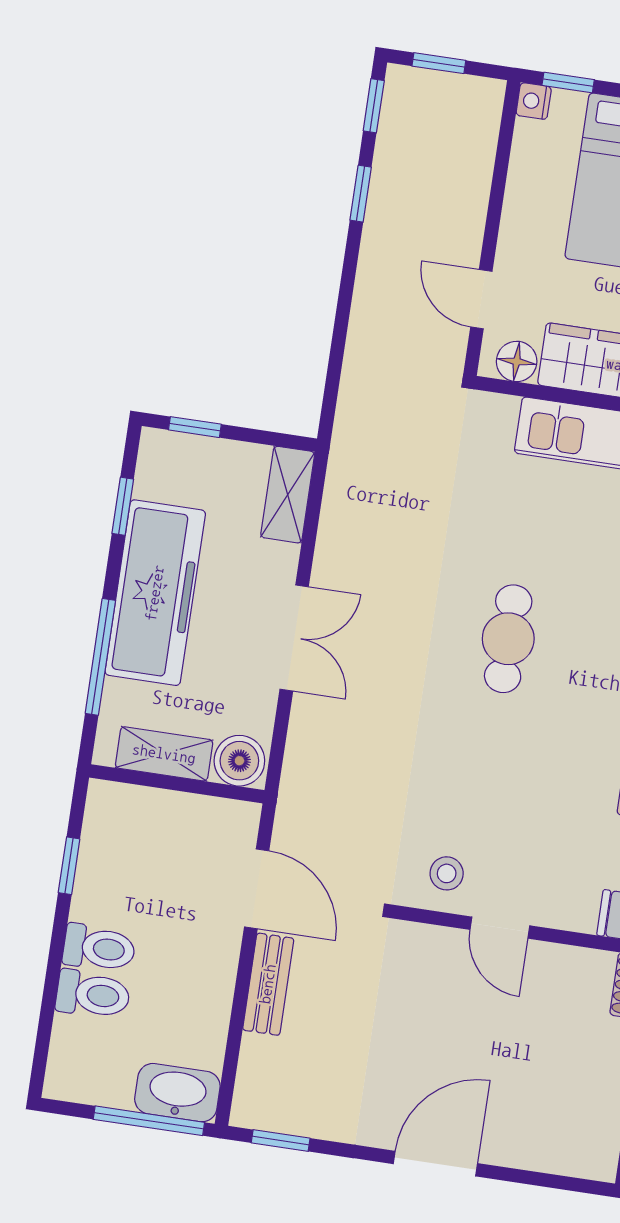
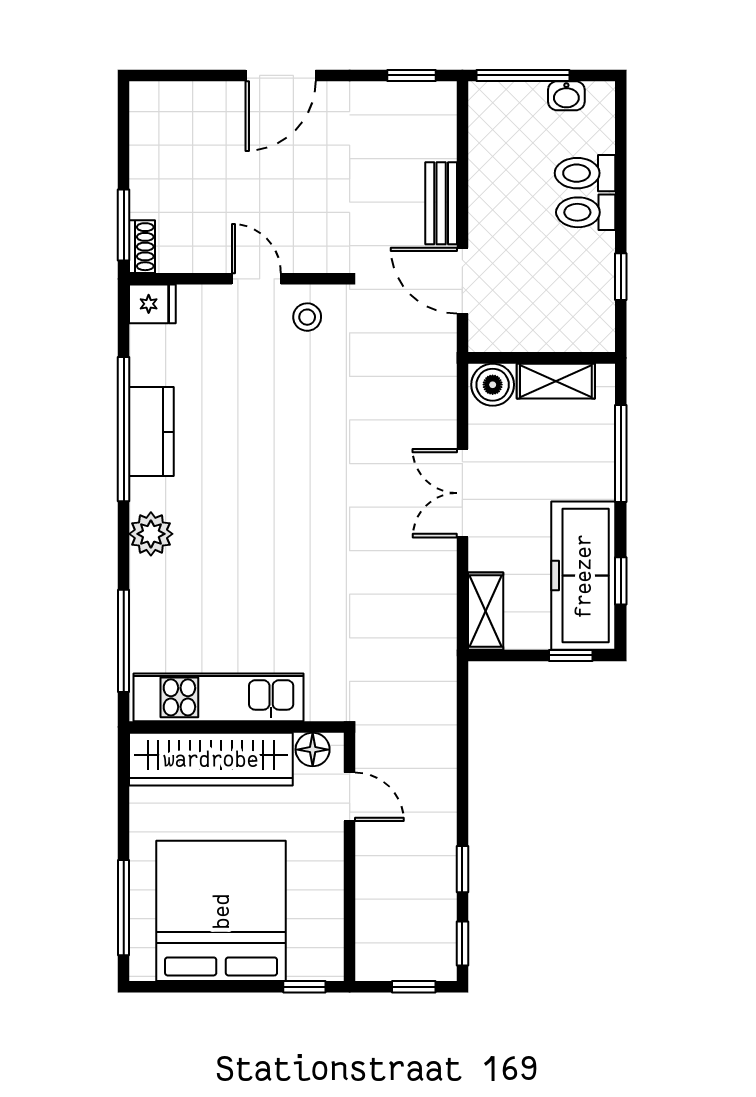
nightstand: (534, 101) -> (331, 967), removed
freezer: (155, 593) -> (583, 576), moved
cafe table: (508, 639) -> (285, 519), removed
washbasin: (177, 1093) -> (566, 96), moved, width x0.52, depth x0.69

